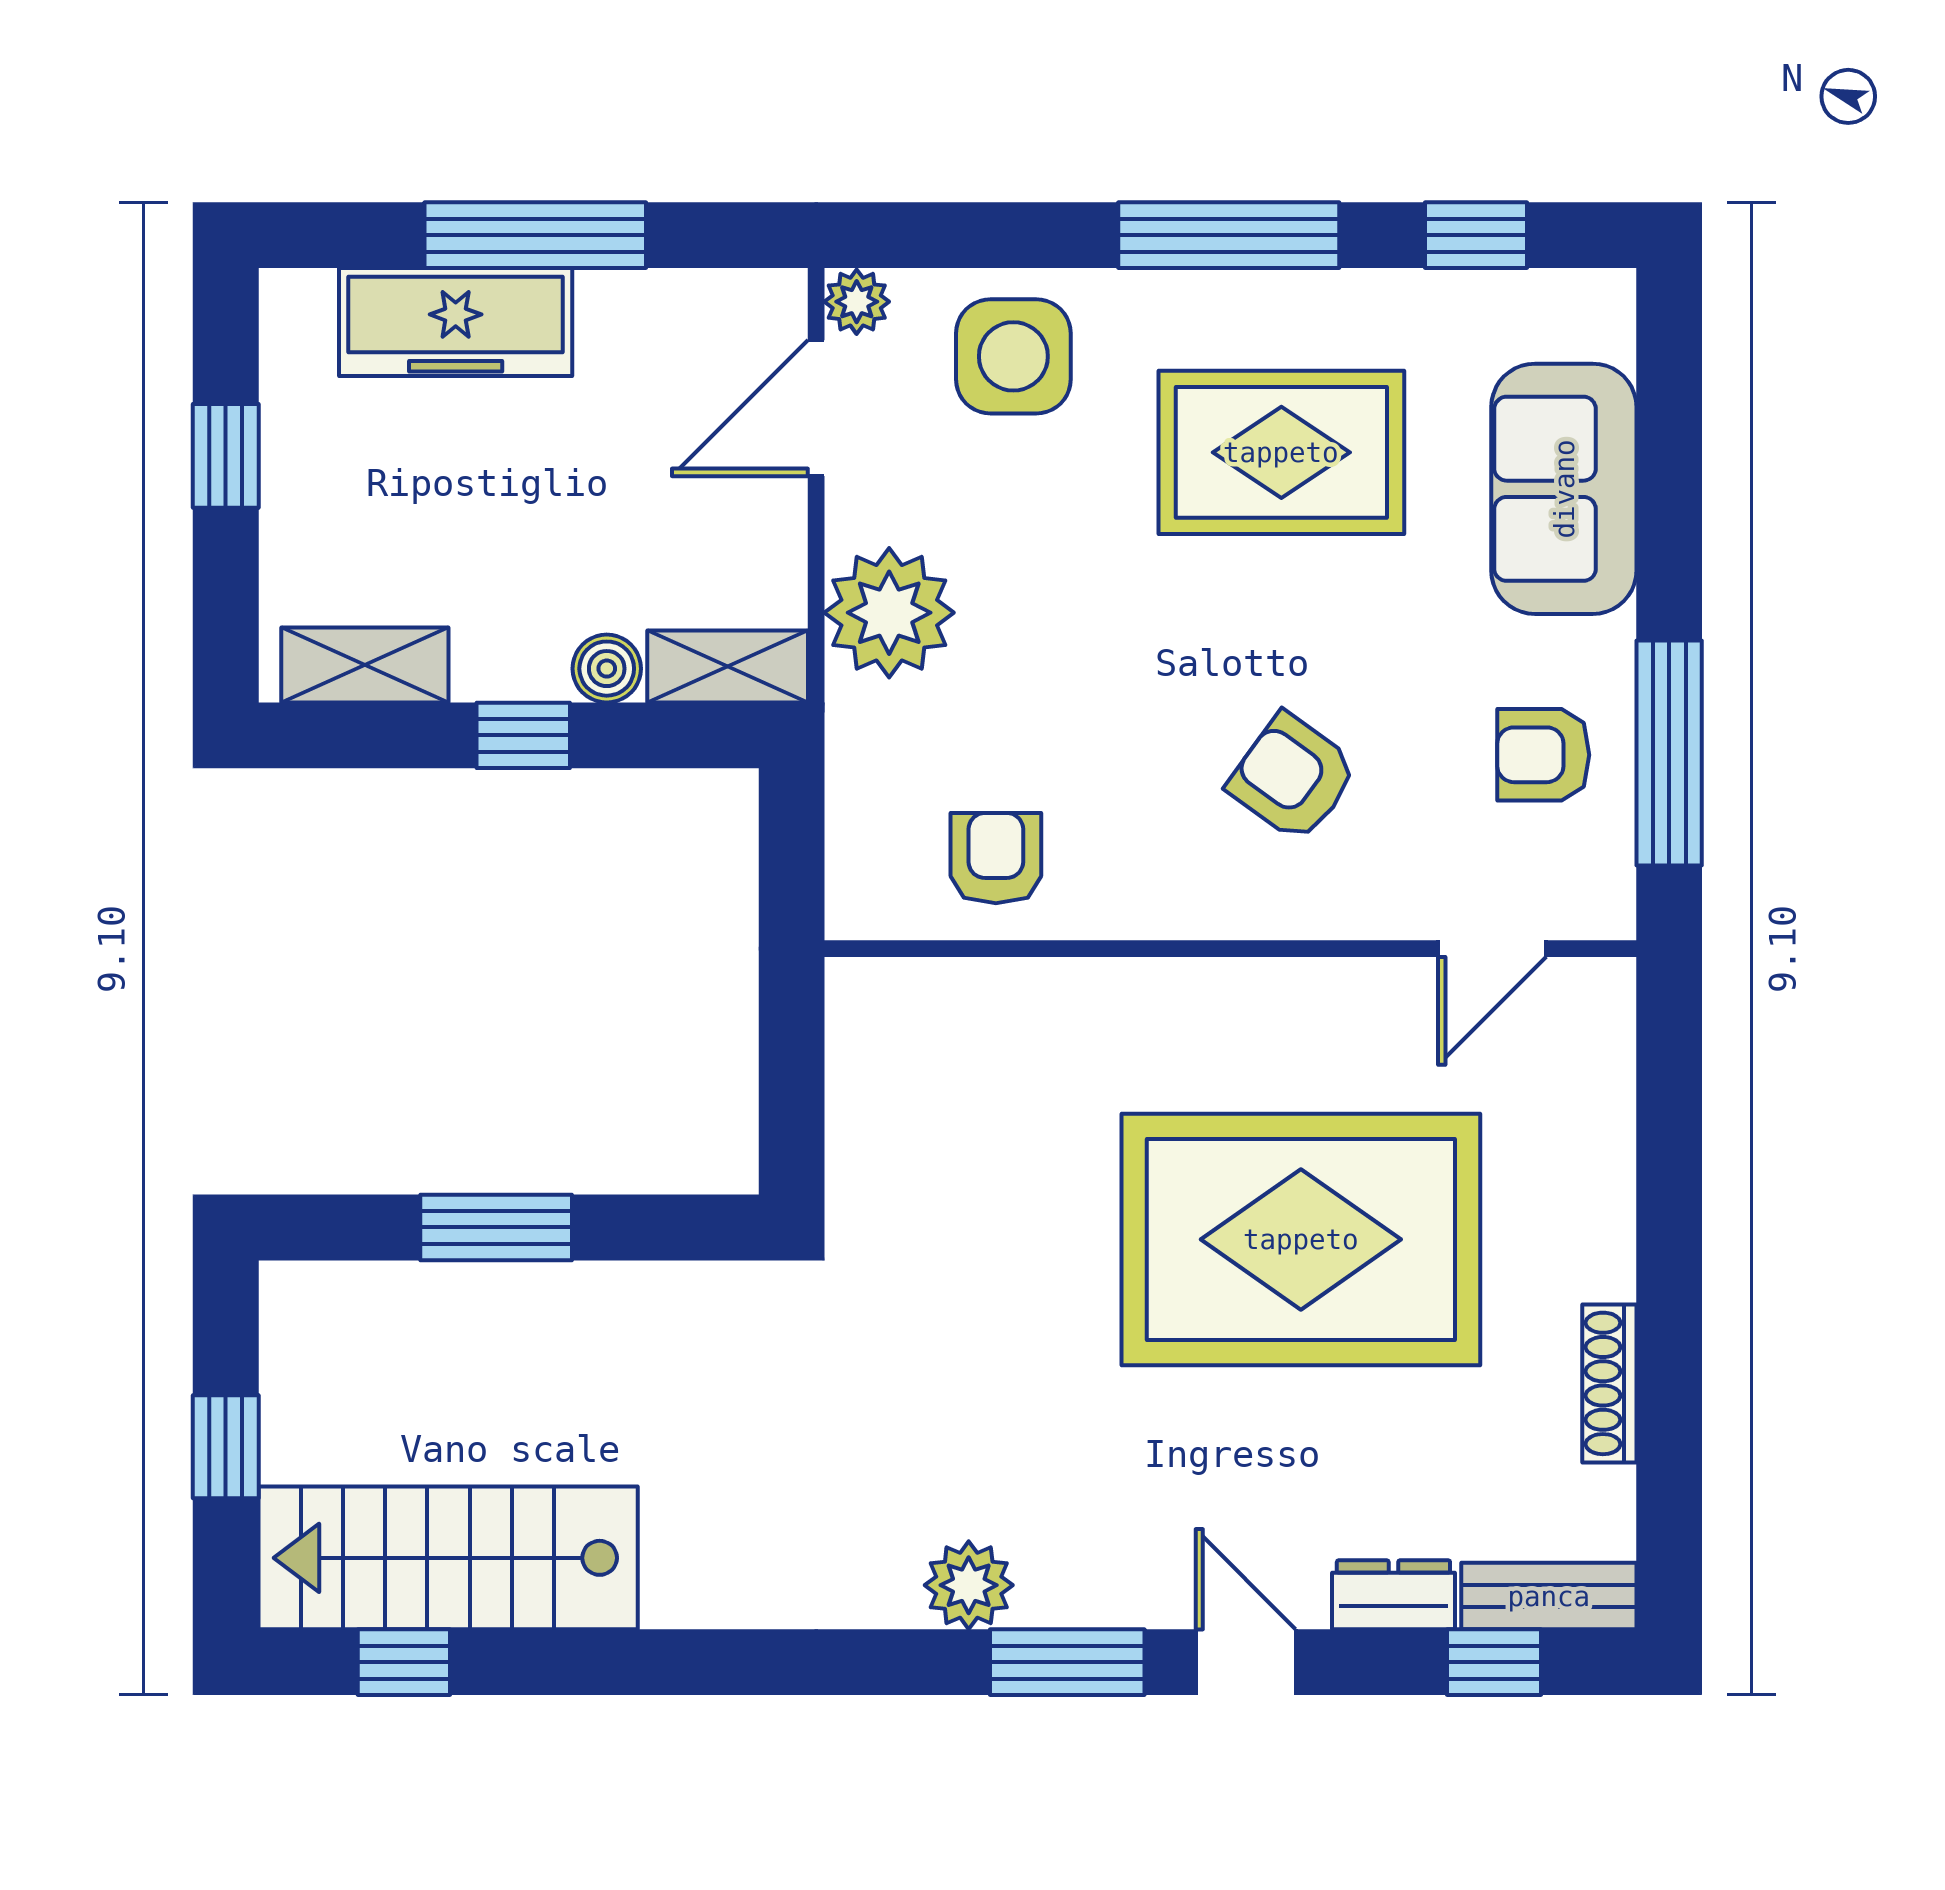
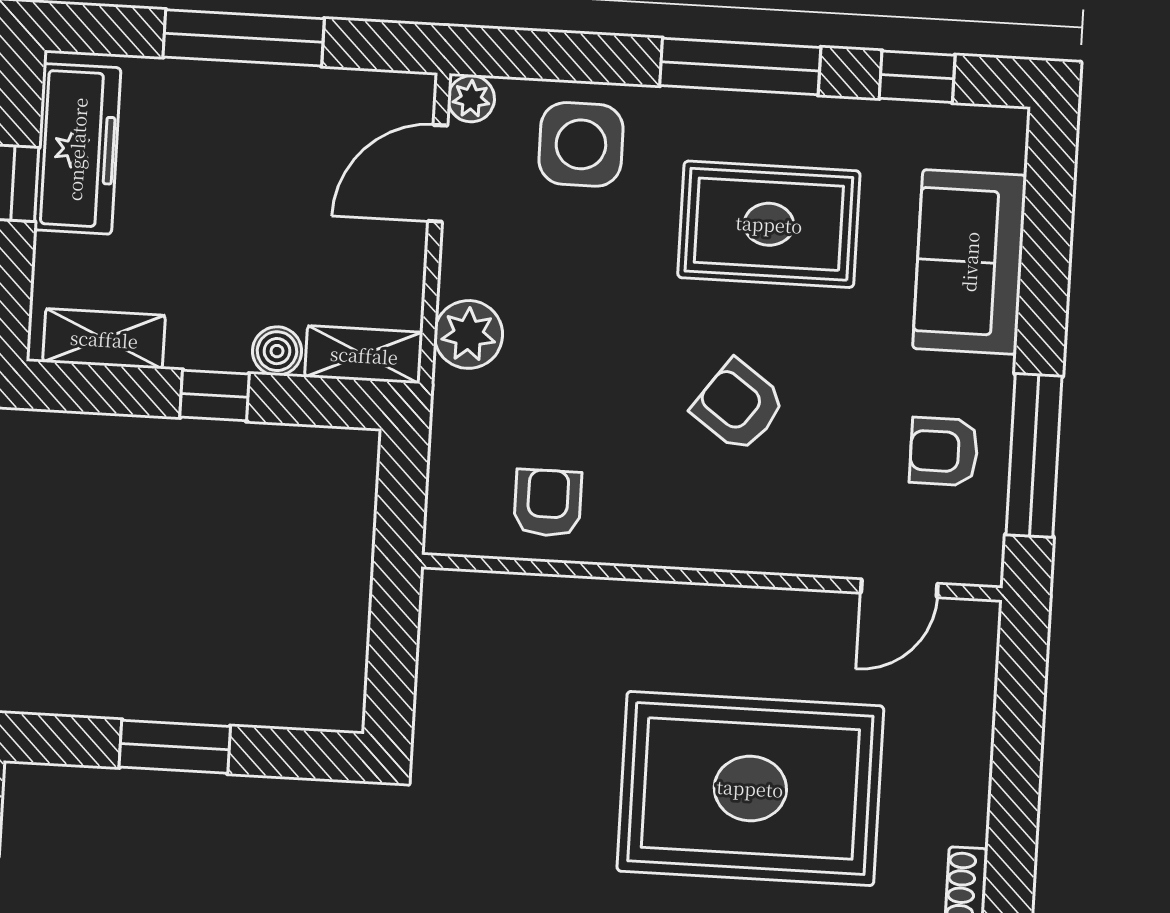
freezer: (456, 322) -> (77, 149), moved, turned -90
plant: (889, 613) -> (468, 334), width x0.73, depth x0.73
armchair: (1293, 777) -> (739, 406), moved

